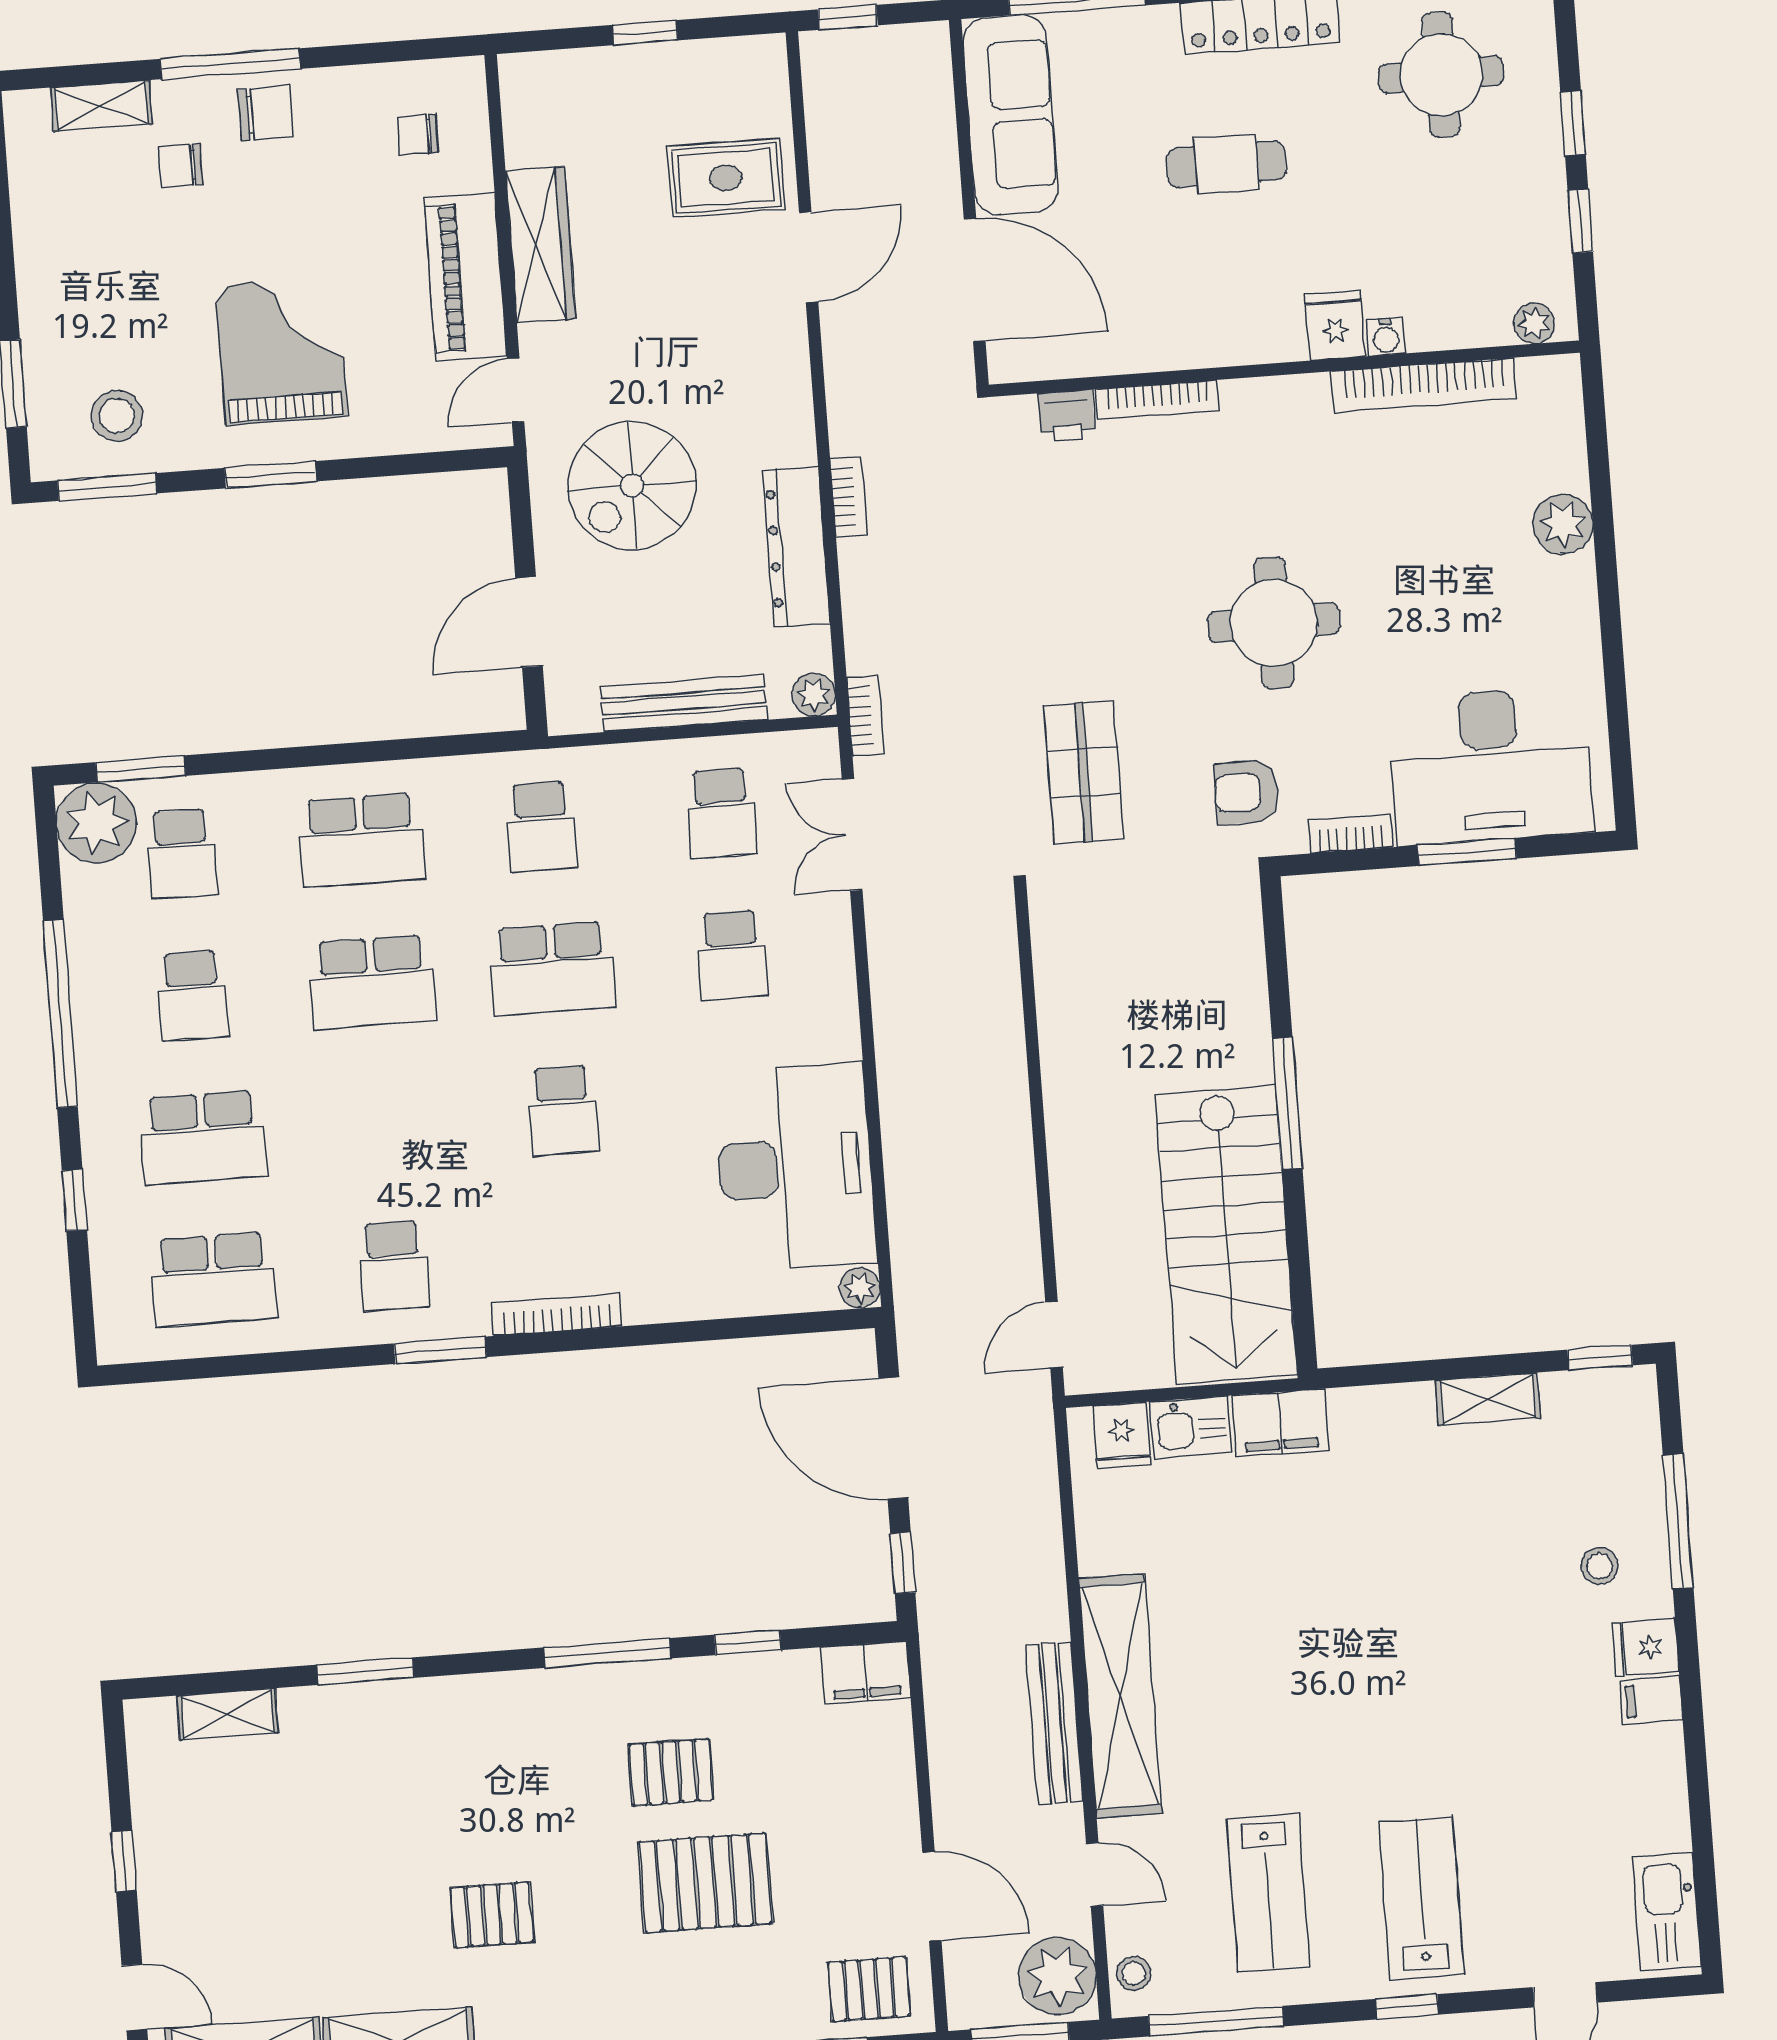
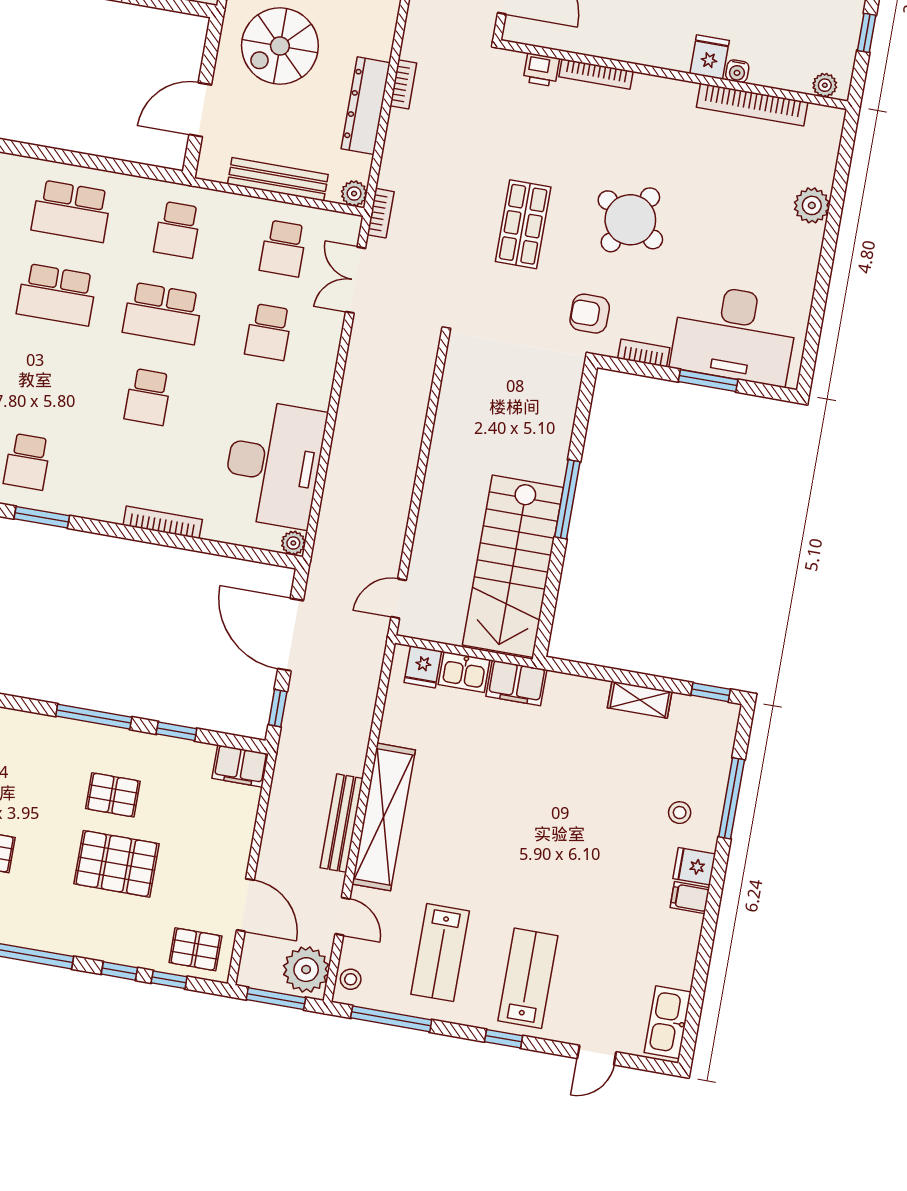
round table: (1274, 623) -> (630, 220), turned 31
shop shelf: (1084, 772) -> (523, 224), moved
bookcase: (557, 1315) -> (163, 522), moved

